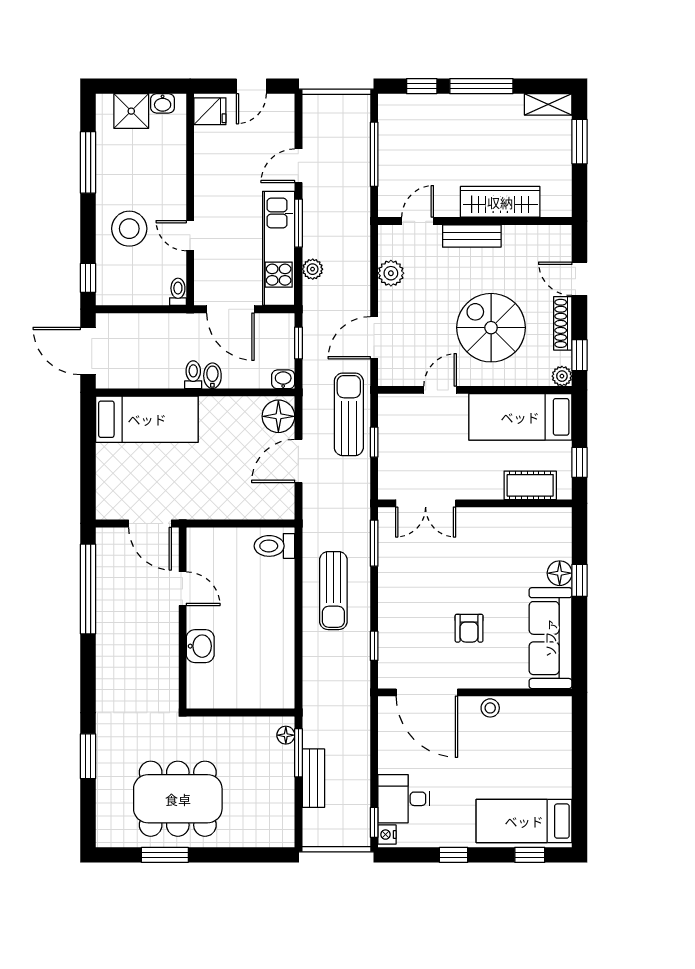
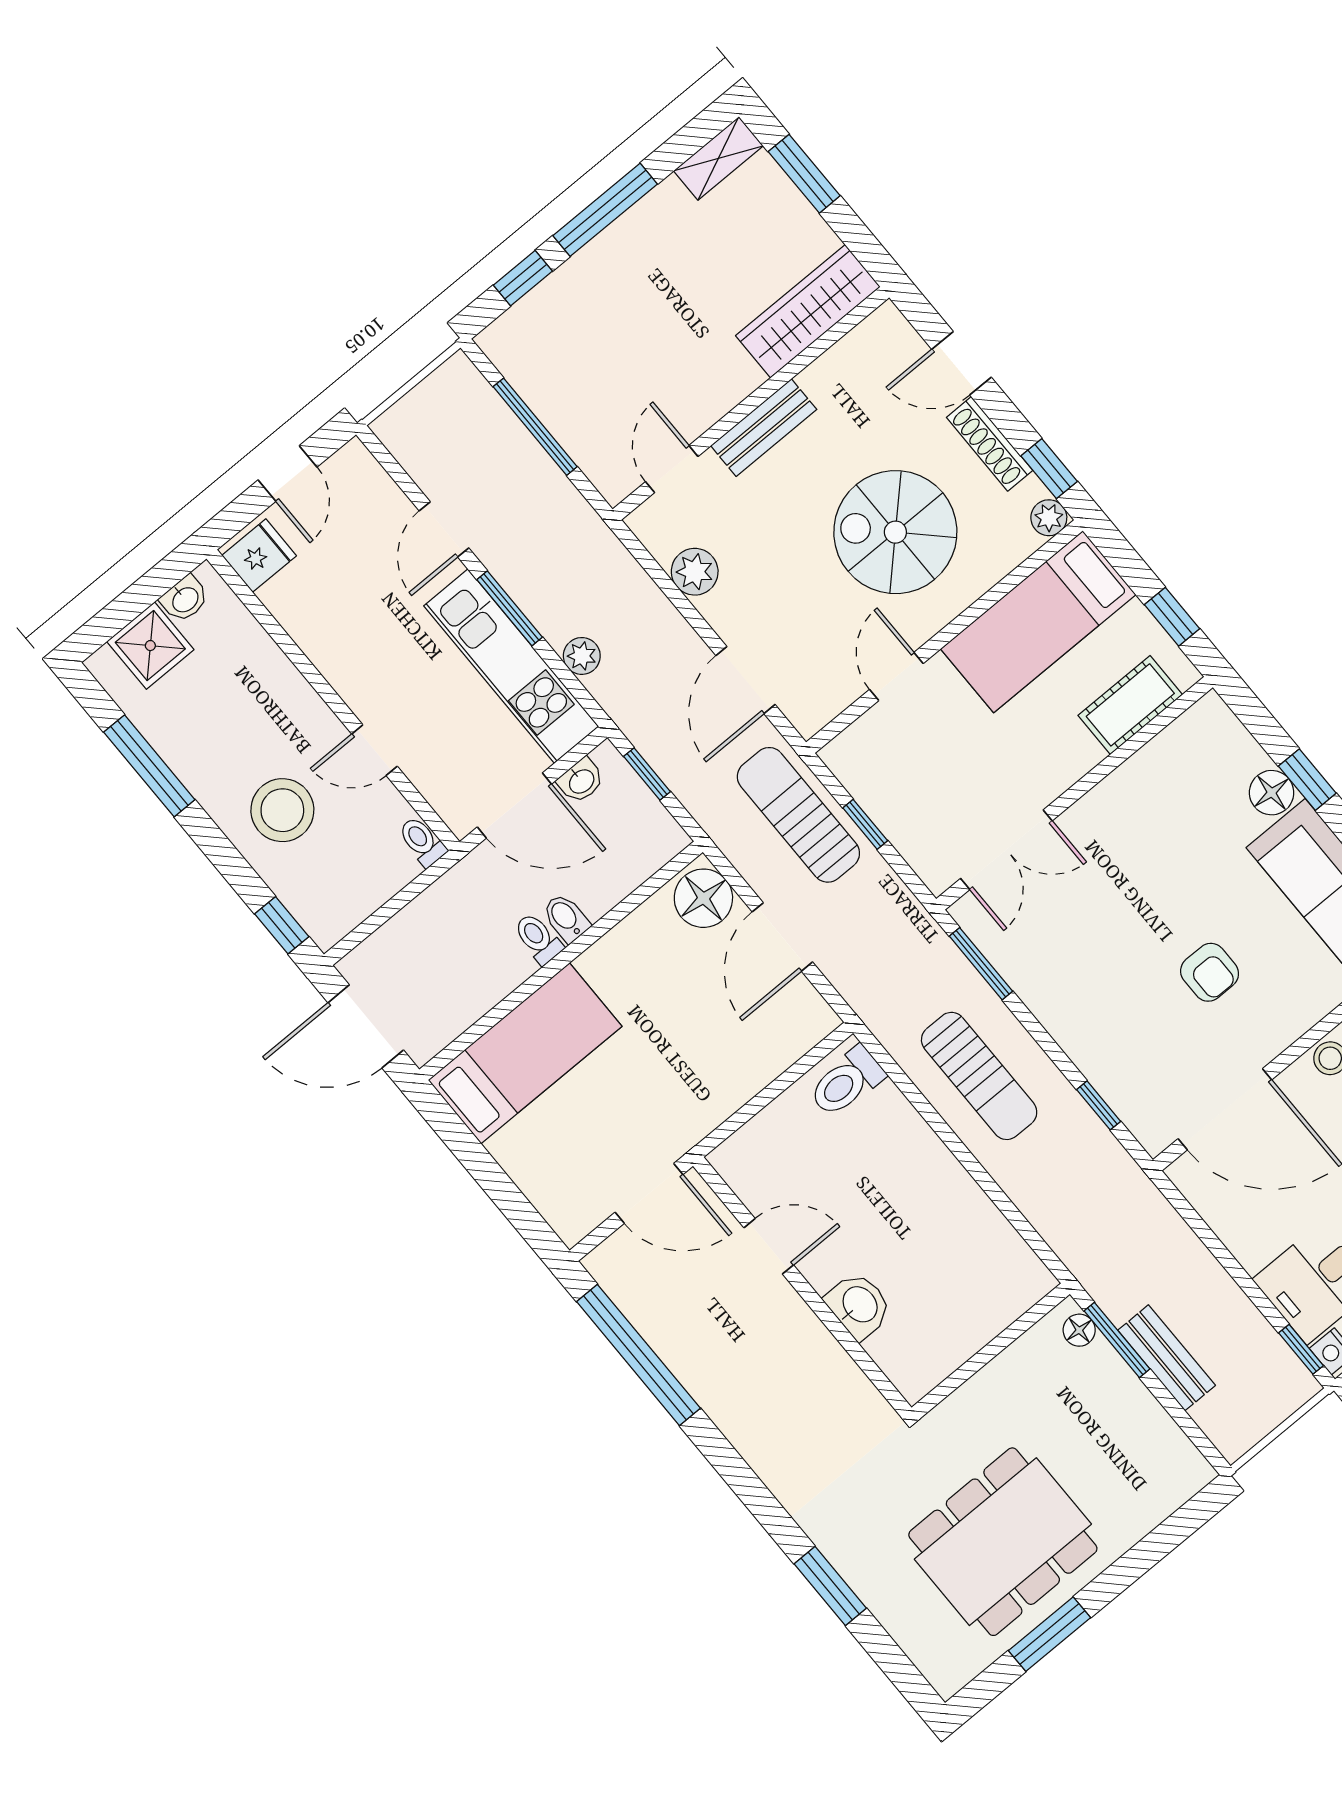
wardrobe: (500, 202) -> (808, 311), moved
washbasin: (283, 379) -> (581, 781), moved, turned 180

